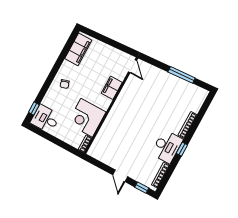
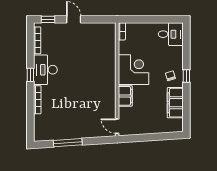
filing cabinet: (78, 49) -> (175, 103), moved
window: (34, 109) -> (186, 76), moved
corner desk: (87, 118) -> (133, 70), moved

